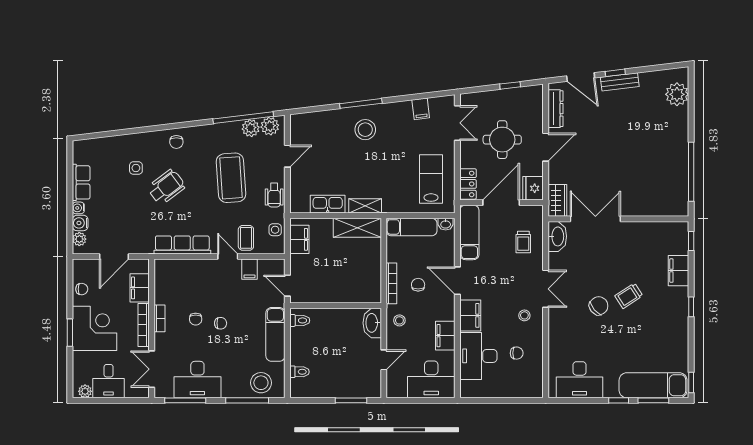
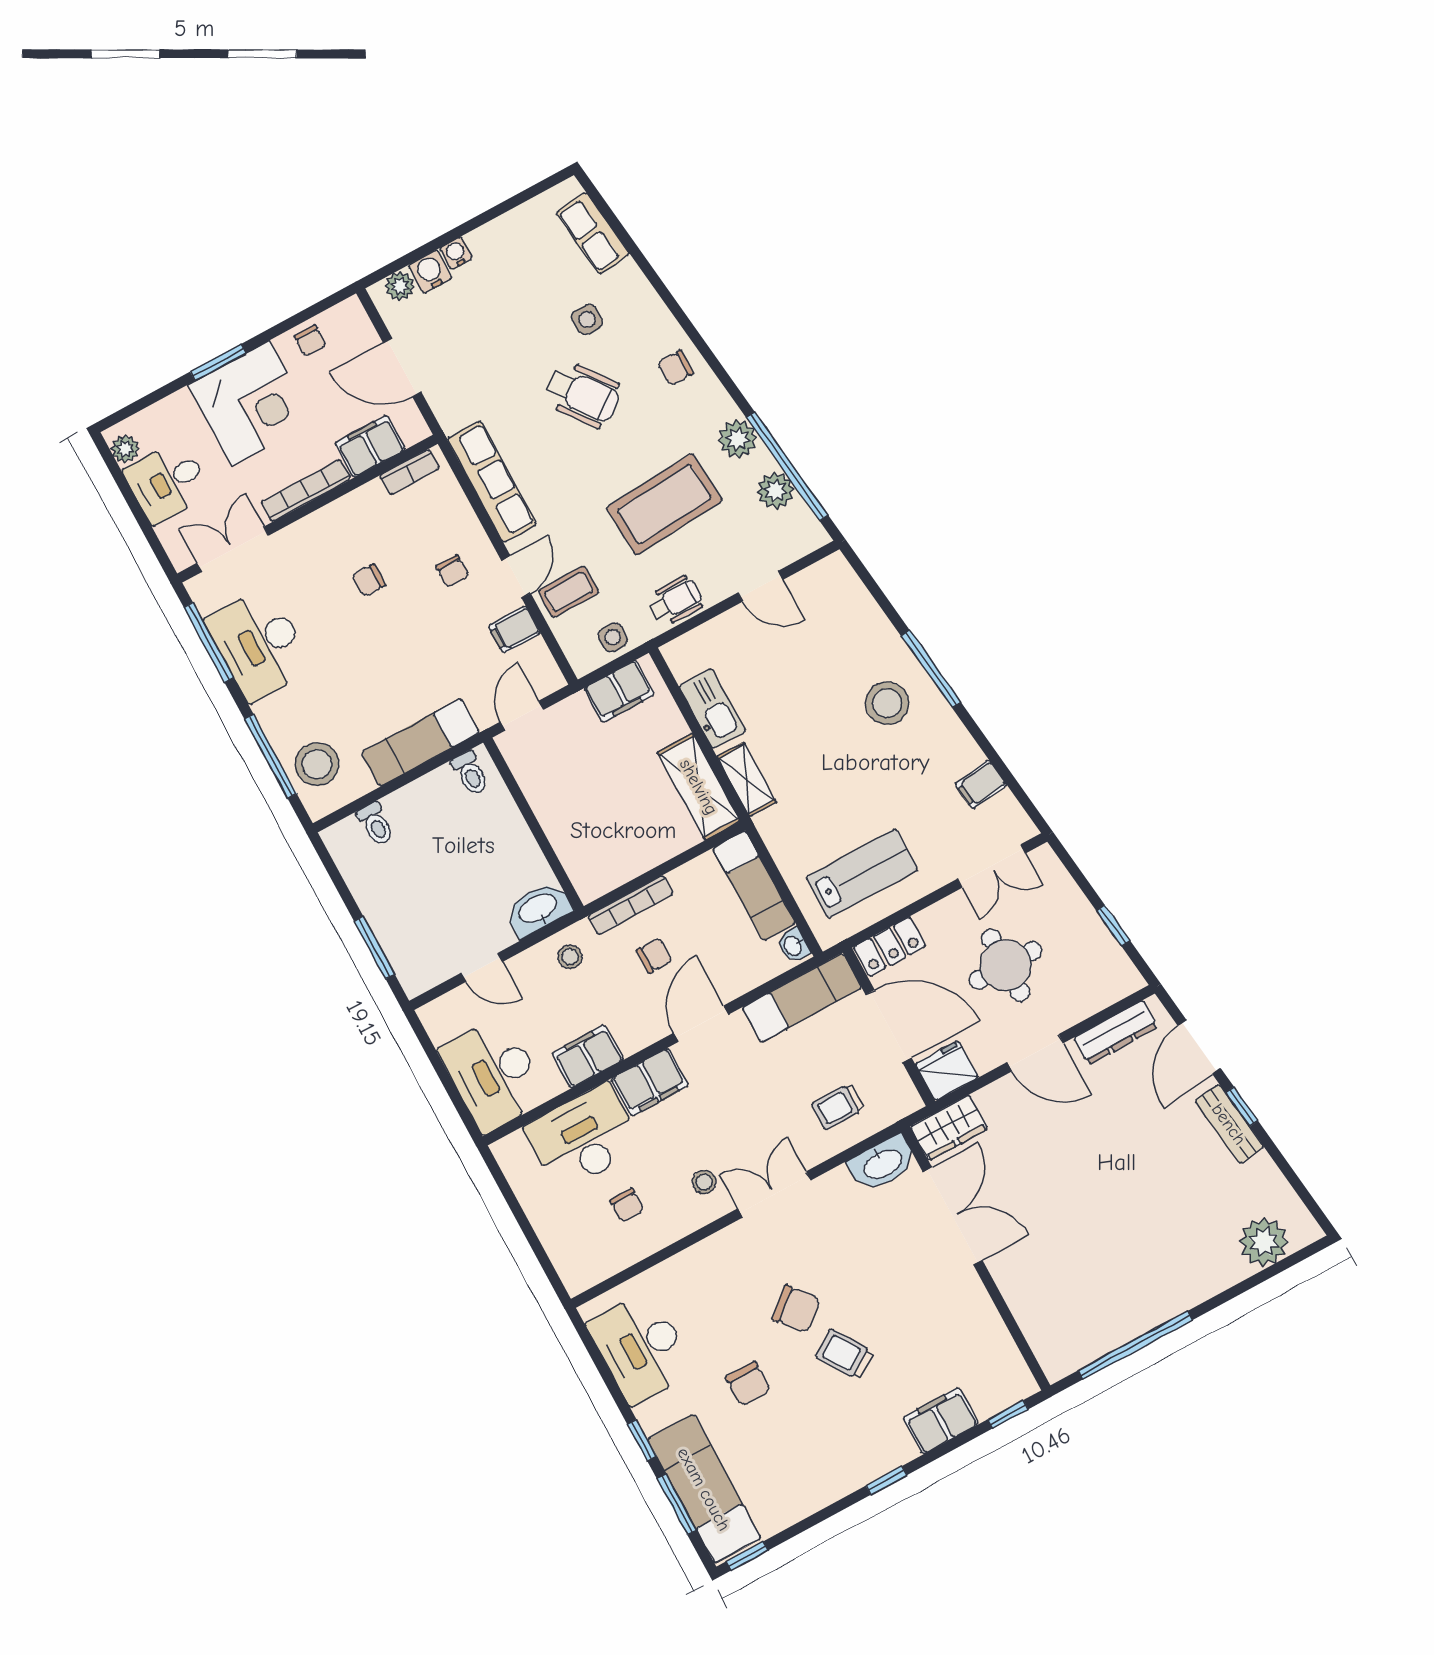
plant: (270, 126) -> (738, 439), moved
row of seats: (81, 182) -> (593, 233), moved, turned 83
wheelchair: (274, 195) -> (675, 601), turned 180
double door: (546, 289) -> (774, 1194), swing flipped
bookcase: (159, 318) -> (409, 472), moved
chair: (221, 323) -> (452, 571), moved
chair: (619, 343) -> (748, 1384), added

